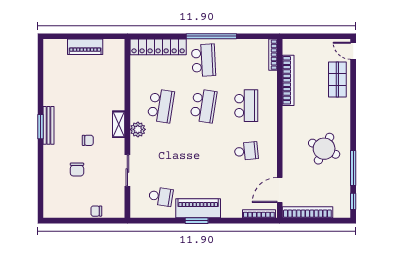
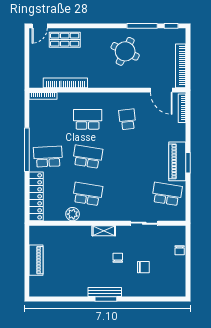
plant: (138, 129) -> (73, 214), moved
school desk: (161, 197) -> (167, 194), width x1.85

